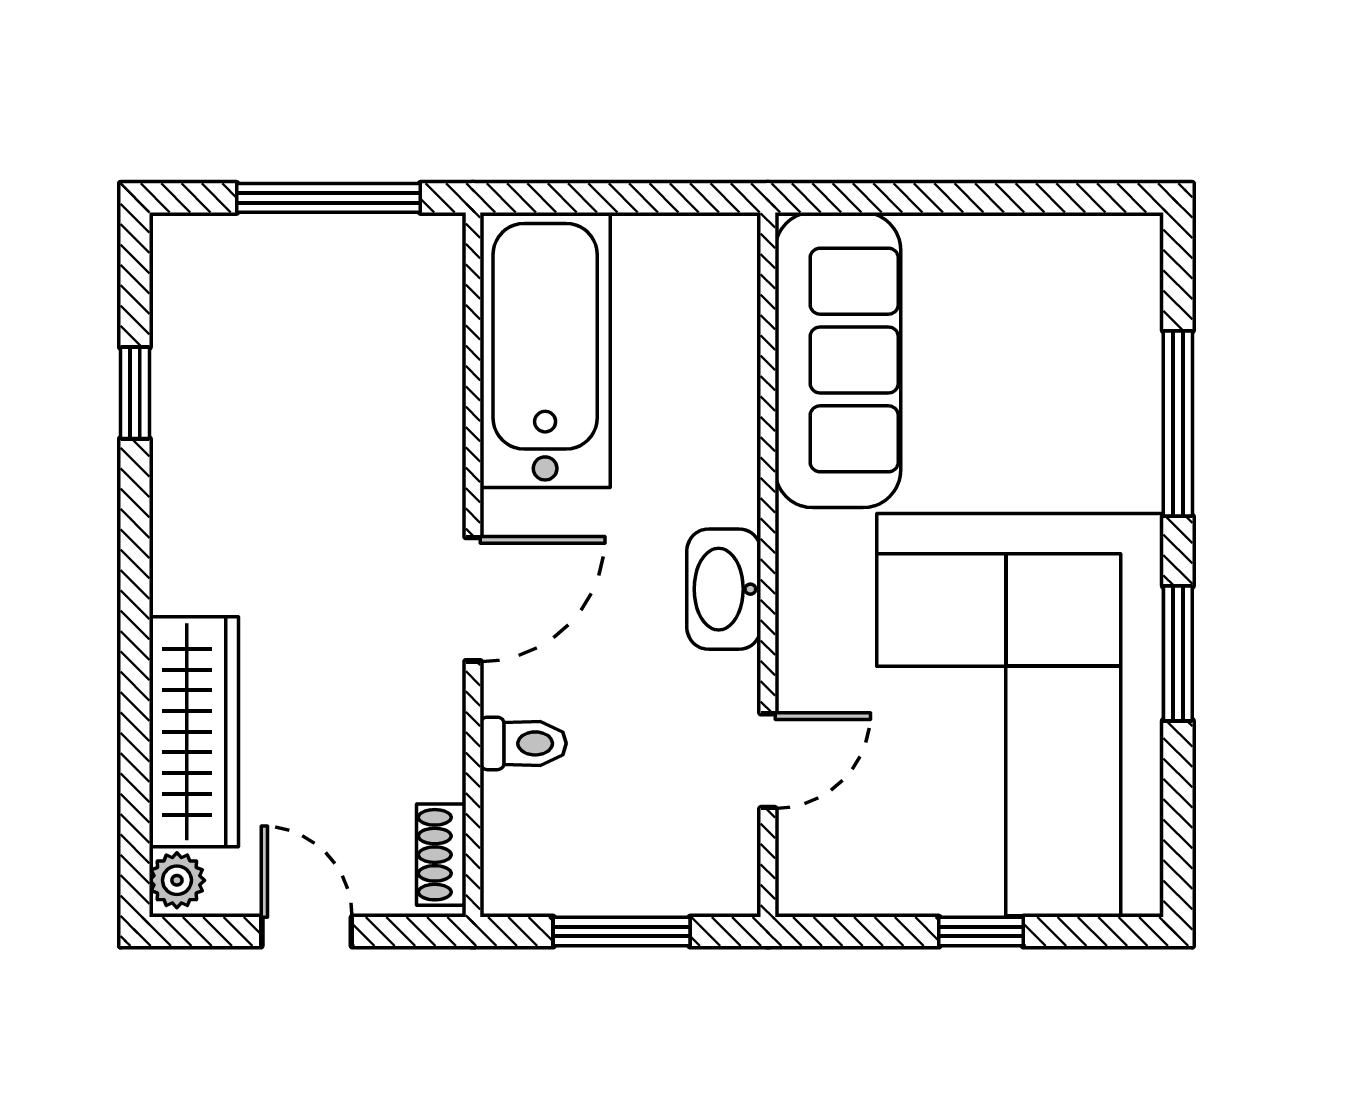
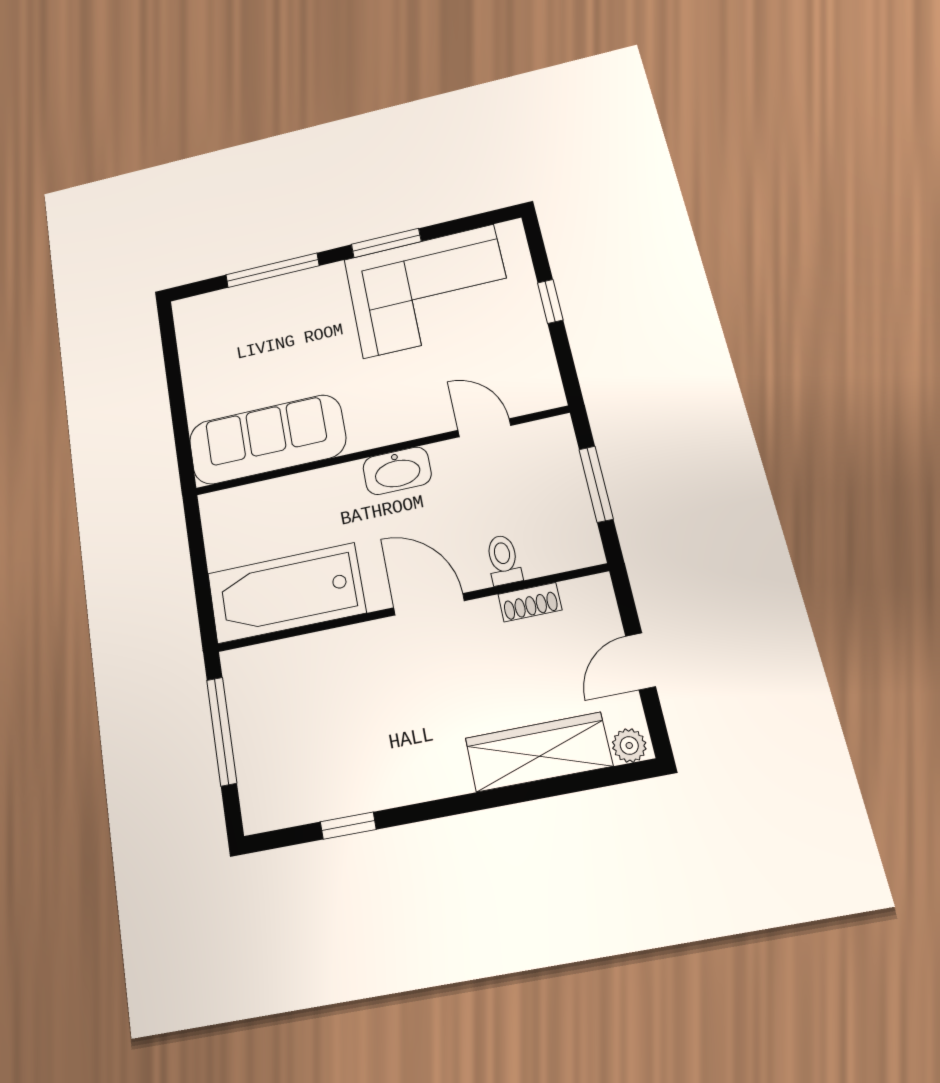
corner sofa: (1020, 715) -> (429, 291), width x0.73, depth x0.74
shoe rack: (441, 855) -> (530, 602), moved

